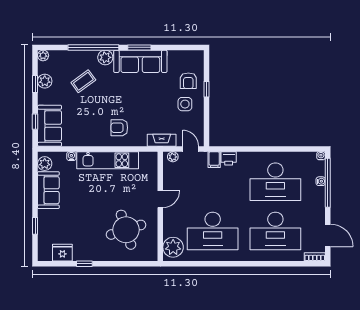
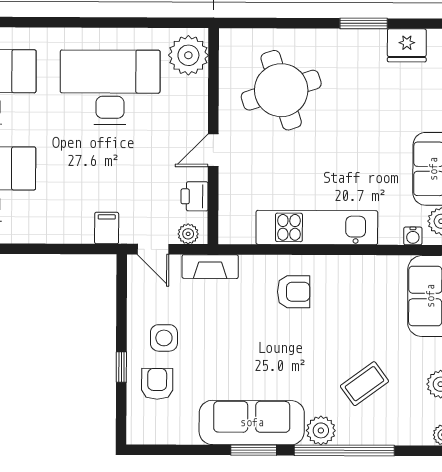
water cooler: (71, 156) -> (413, 236), moved
printer: (229, 158) -> (195, 196), moved, turned -90
window: (84, 264) -> (364, 23), width x1.50

